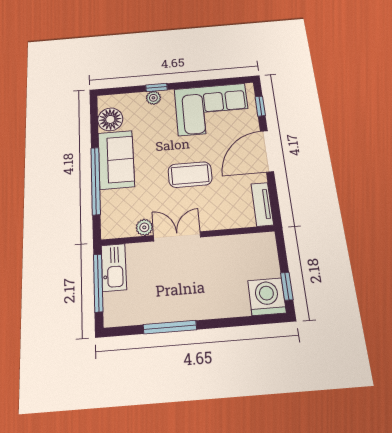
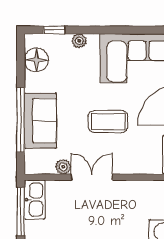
window: (157, 88) -> (54, 30), moved
sofa: (116, 160) -> (40, 121), moved

